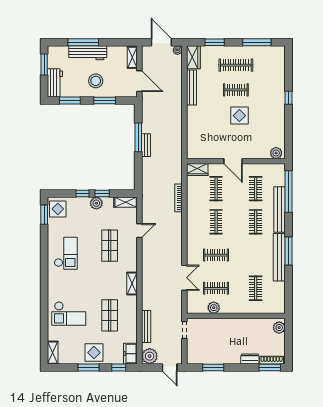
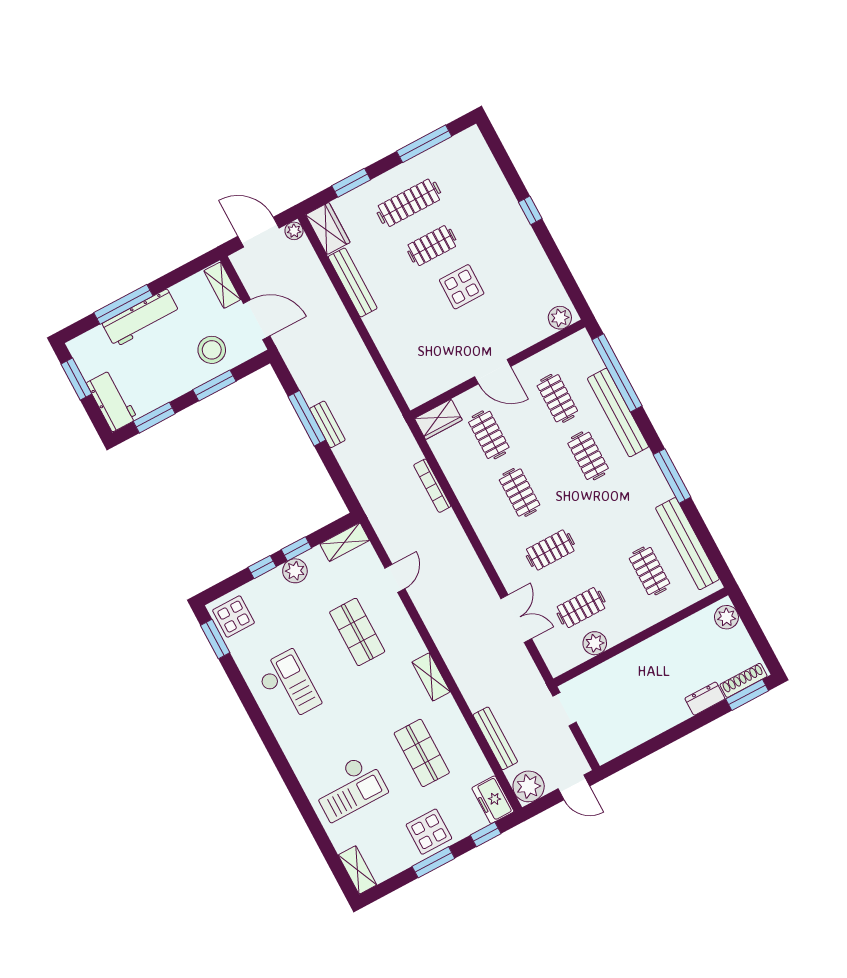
stool: (96, 81) -> (212, 350), moved
bench: (279, 257) -> (687, 544), moved
window: (213, 367) -> (649, 747), removed

